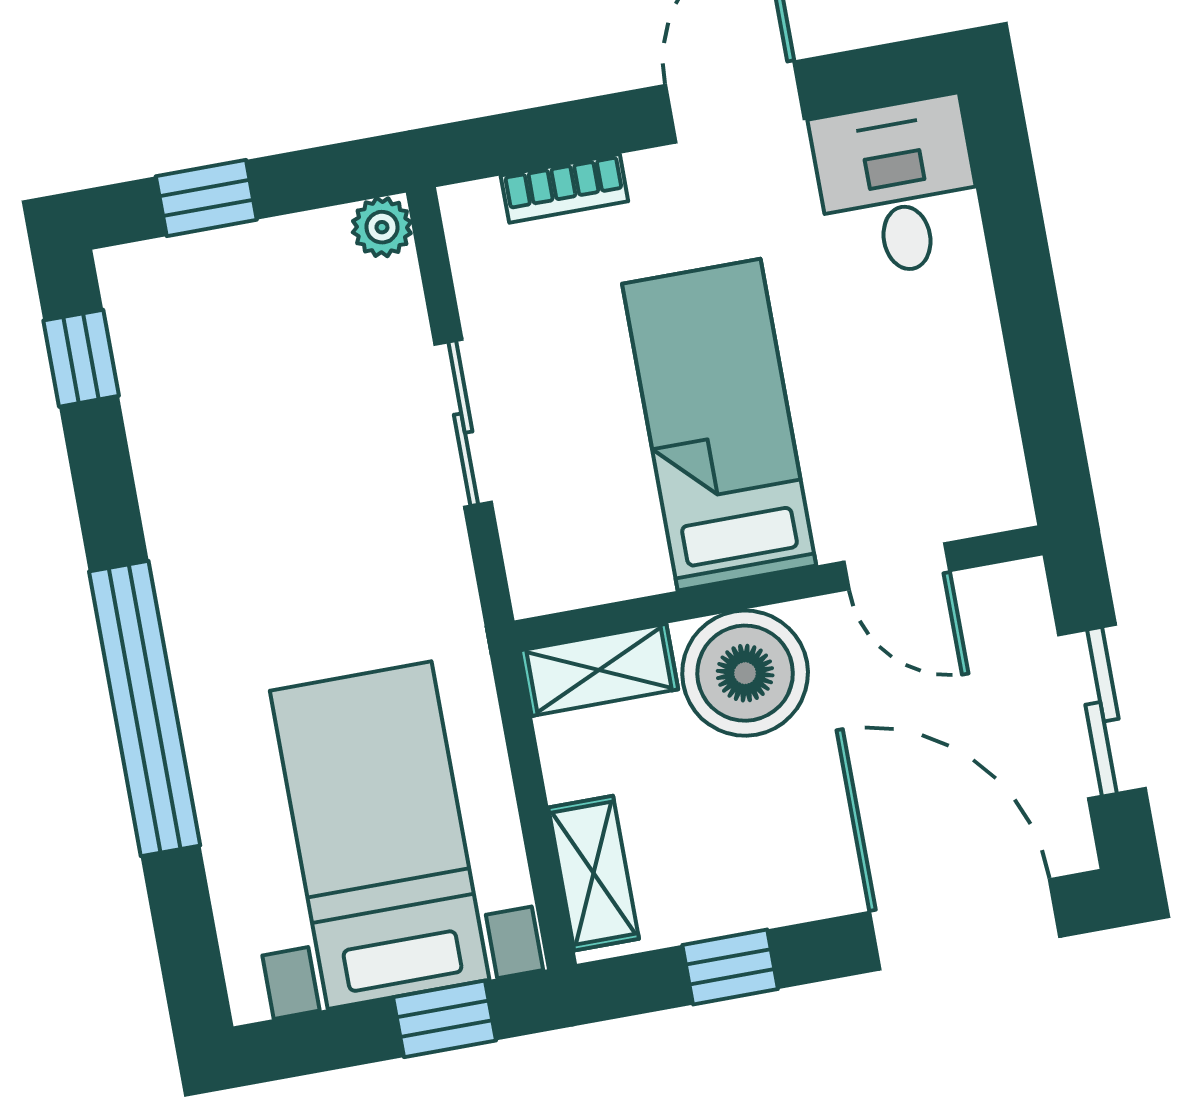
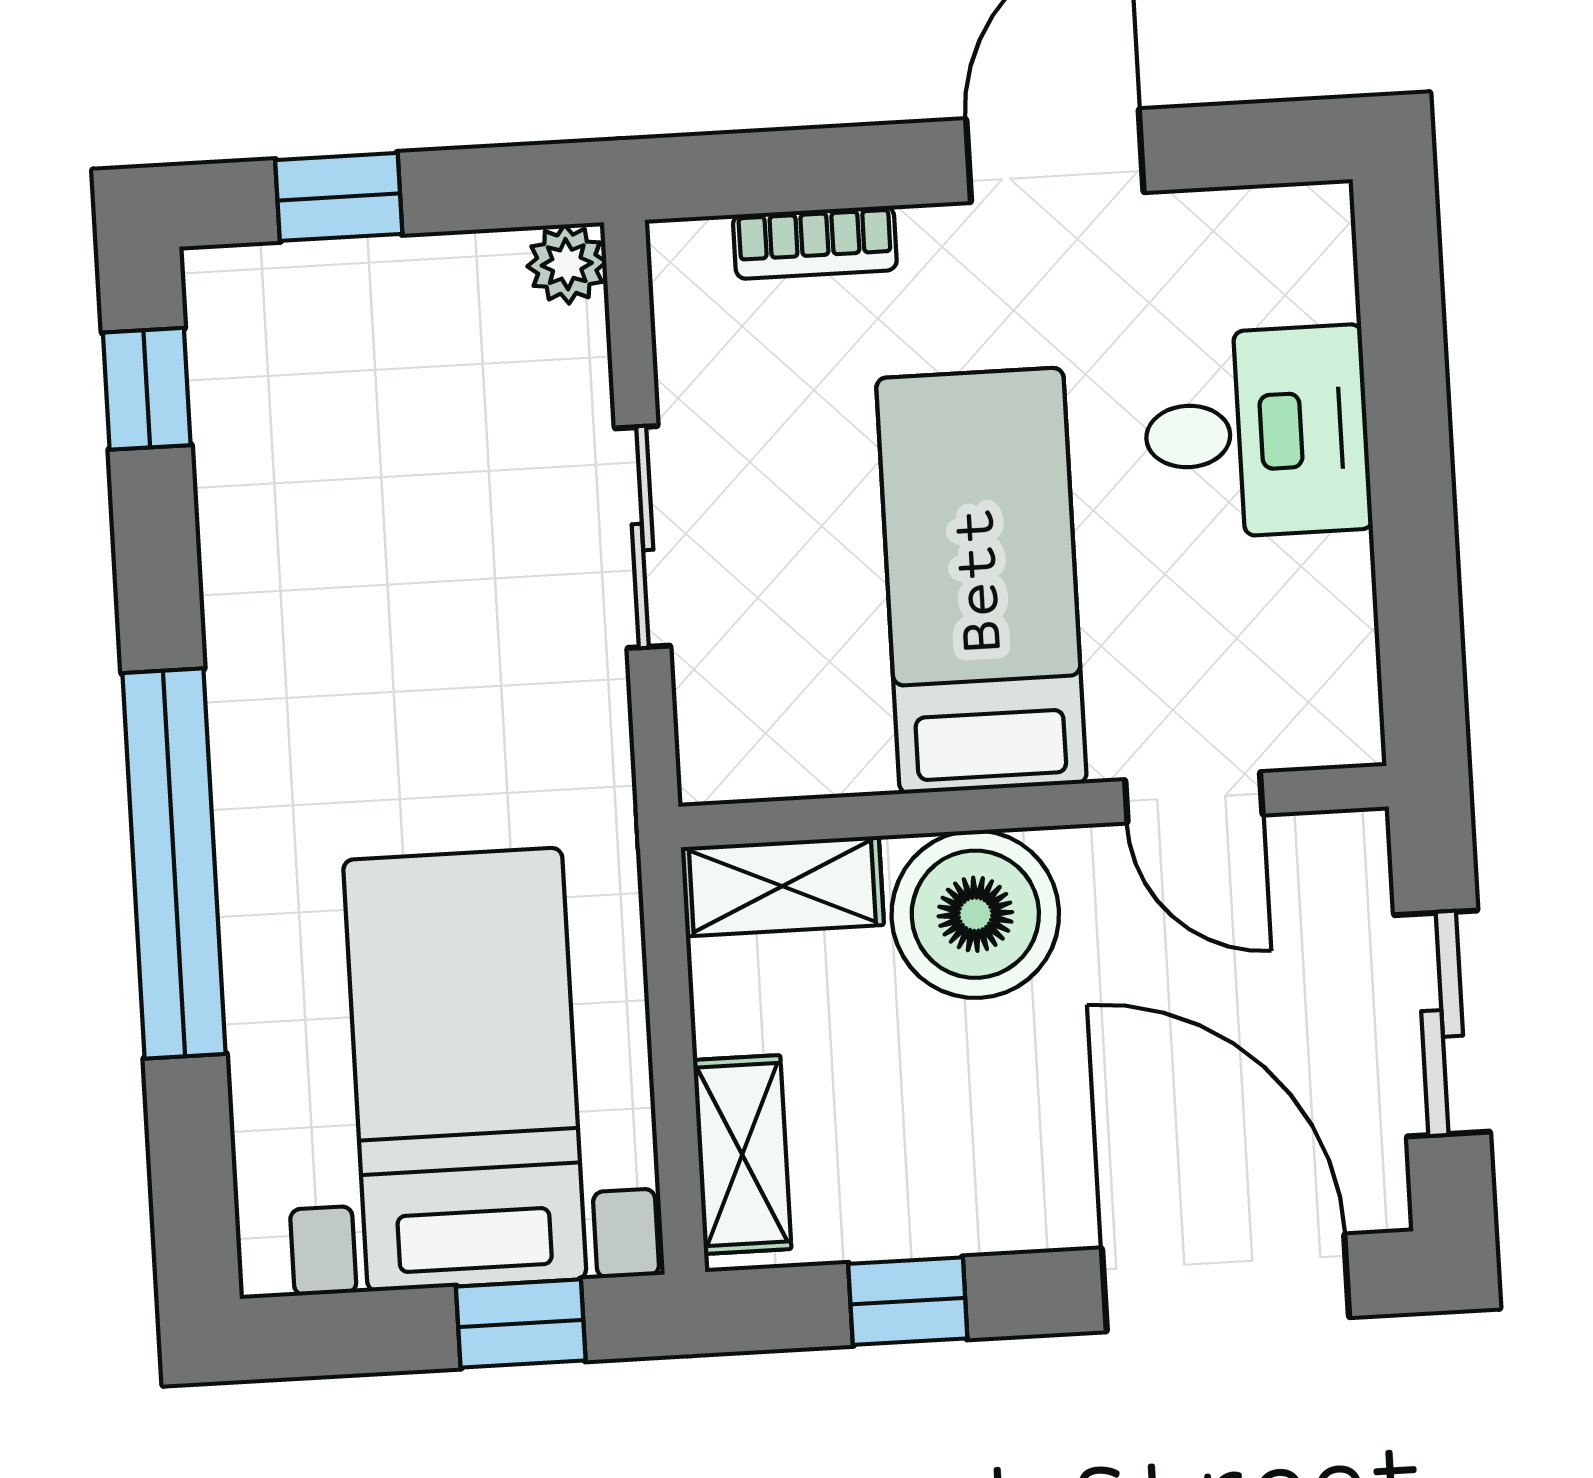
desk: (898, 187) -> (1257, 433), moved, turned 90

